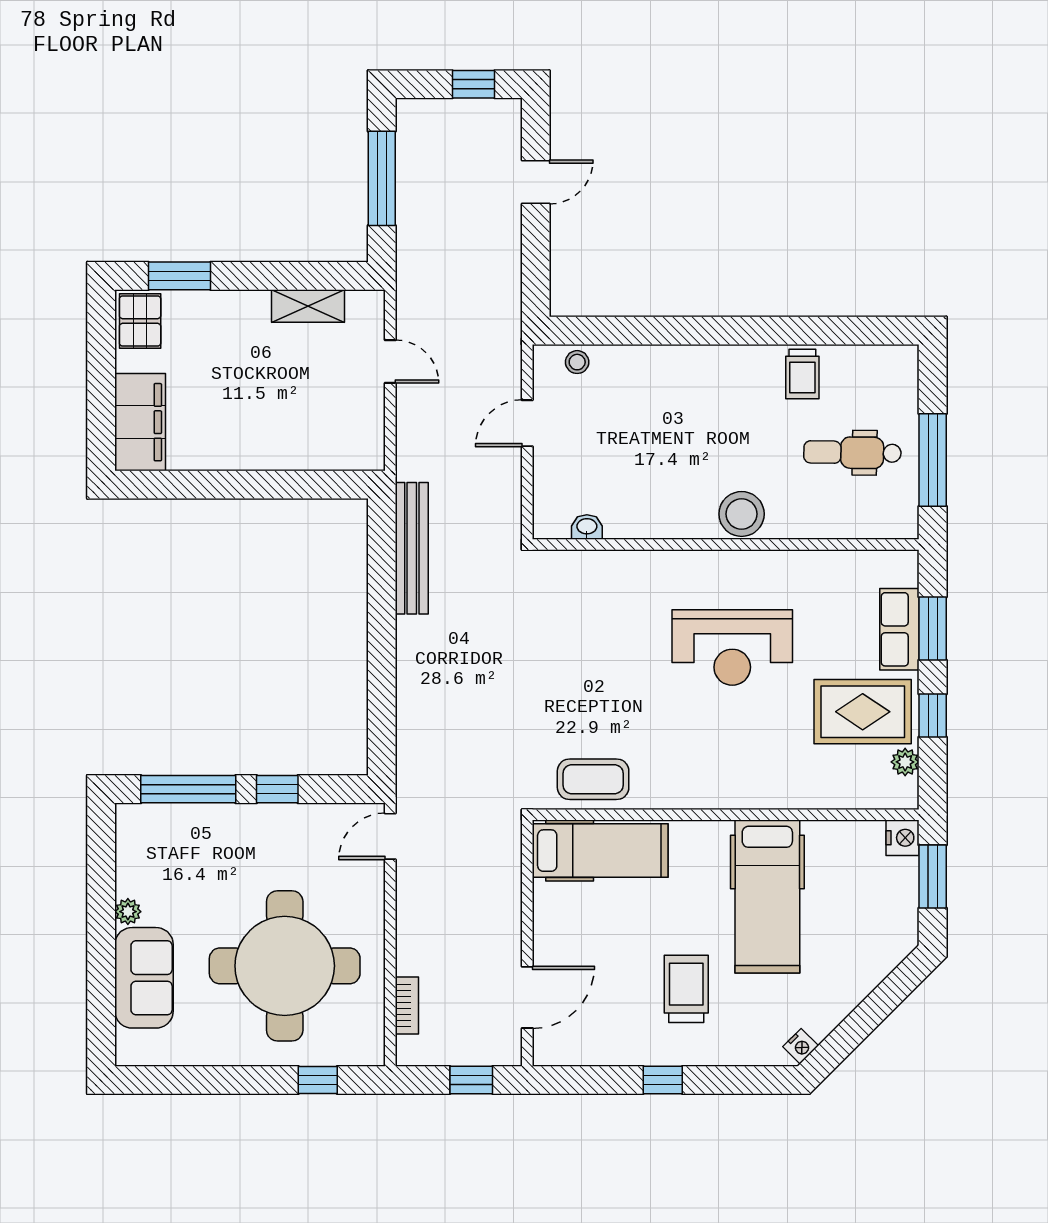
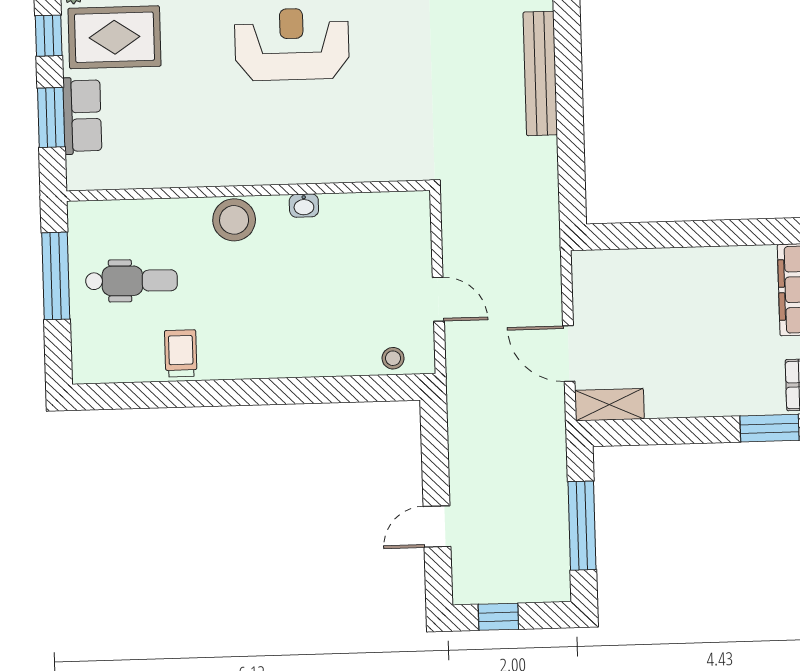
shelving: (308, 306) -> (609, 405), moved
door: (390, 361) -> (569, 354), width x1.38
door: (527, 423) -> (438, 299), hinge flipped
washbasin: (587, 527) -> (304, 206), moved
bench: (412, 548) -> (540, 73), moved
reception desk: (732, 648) -> (292, 44), moved

